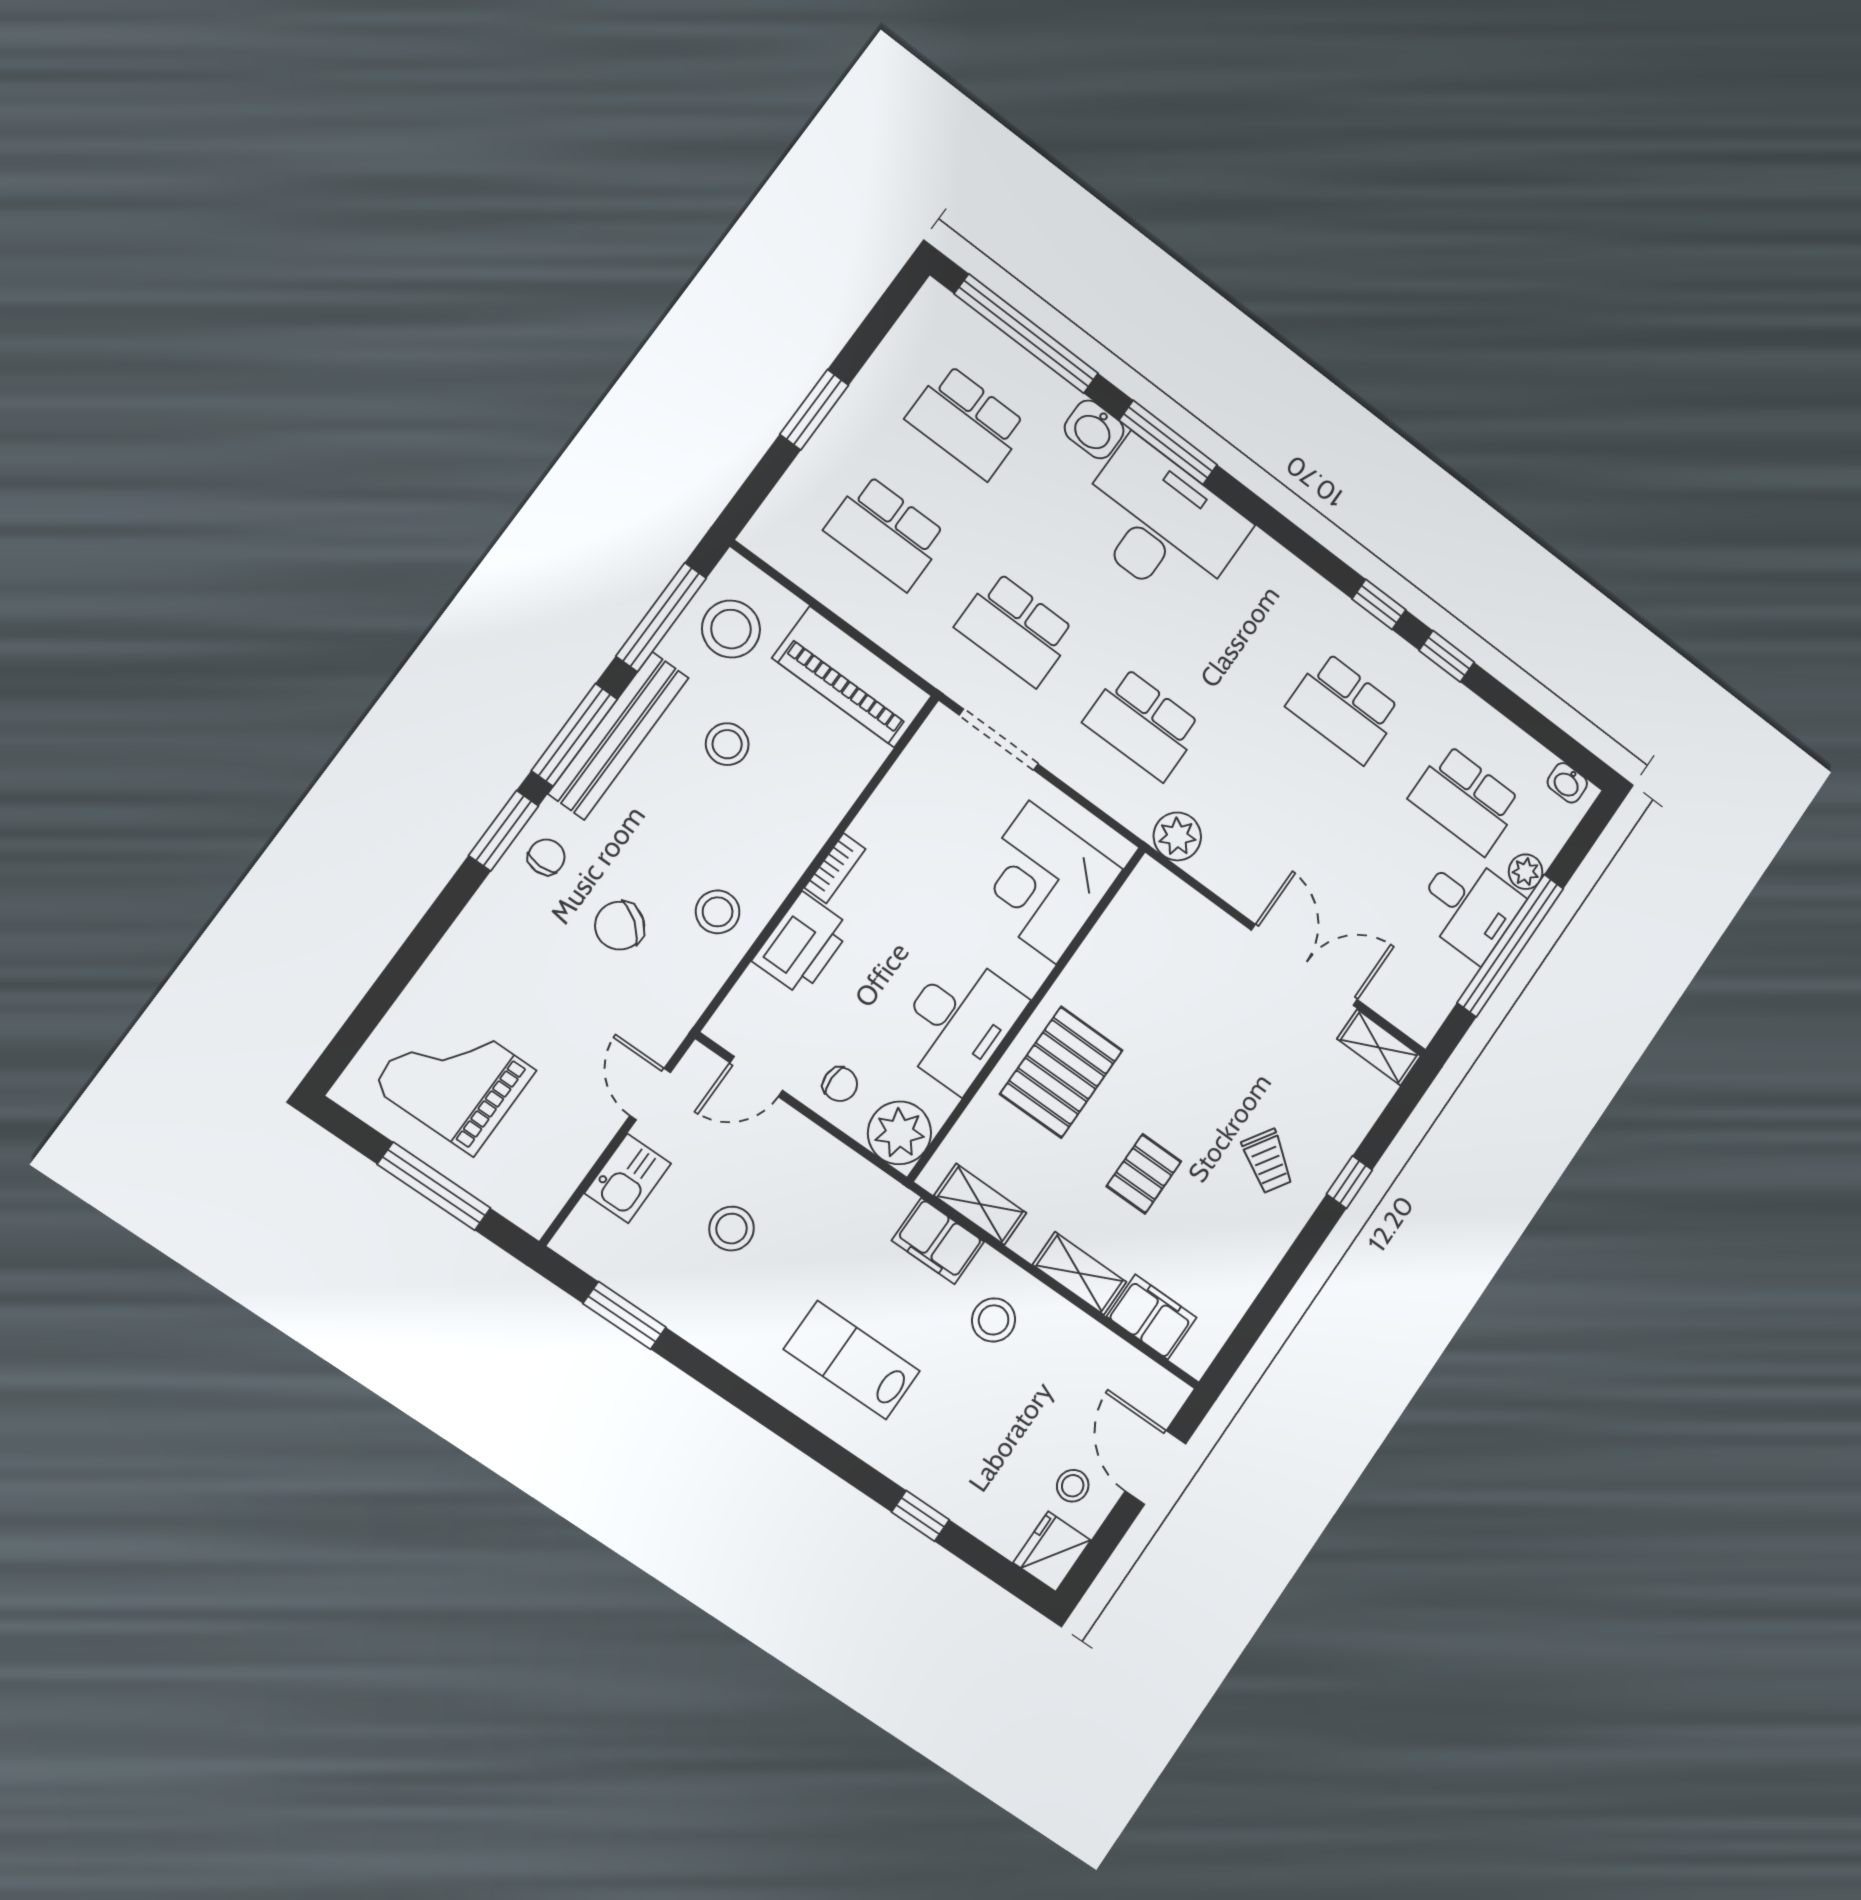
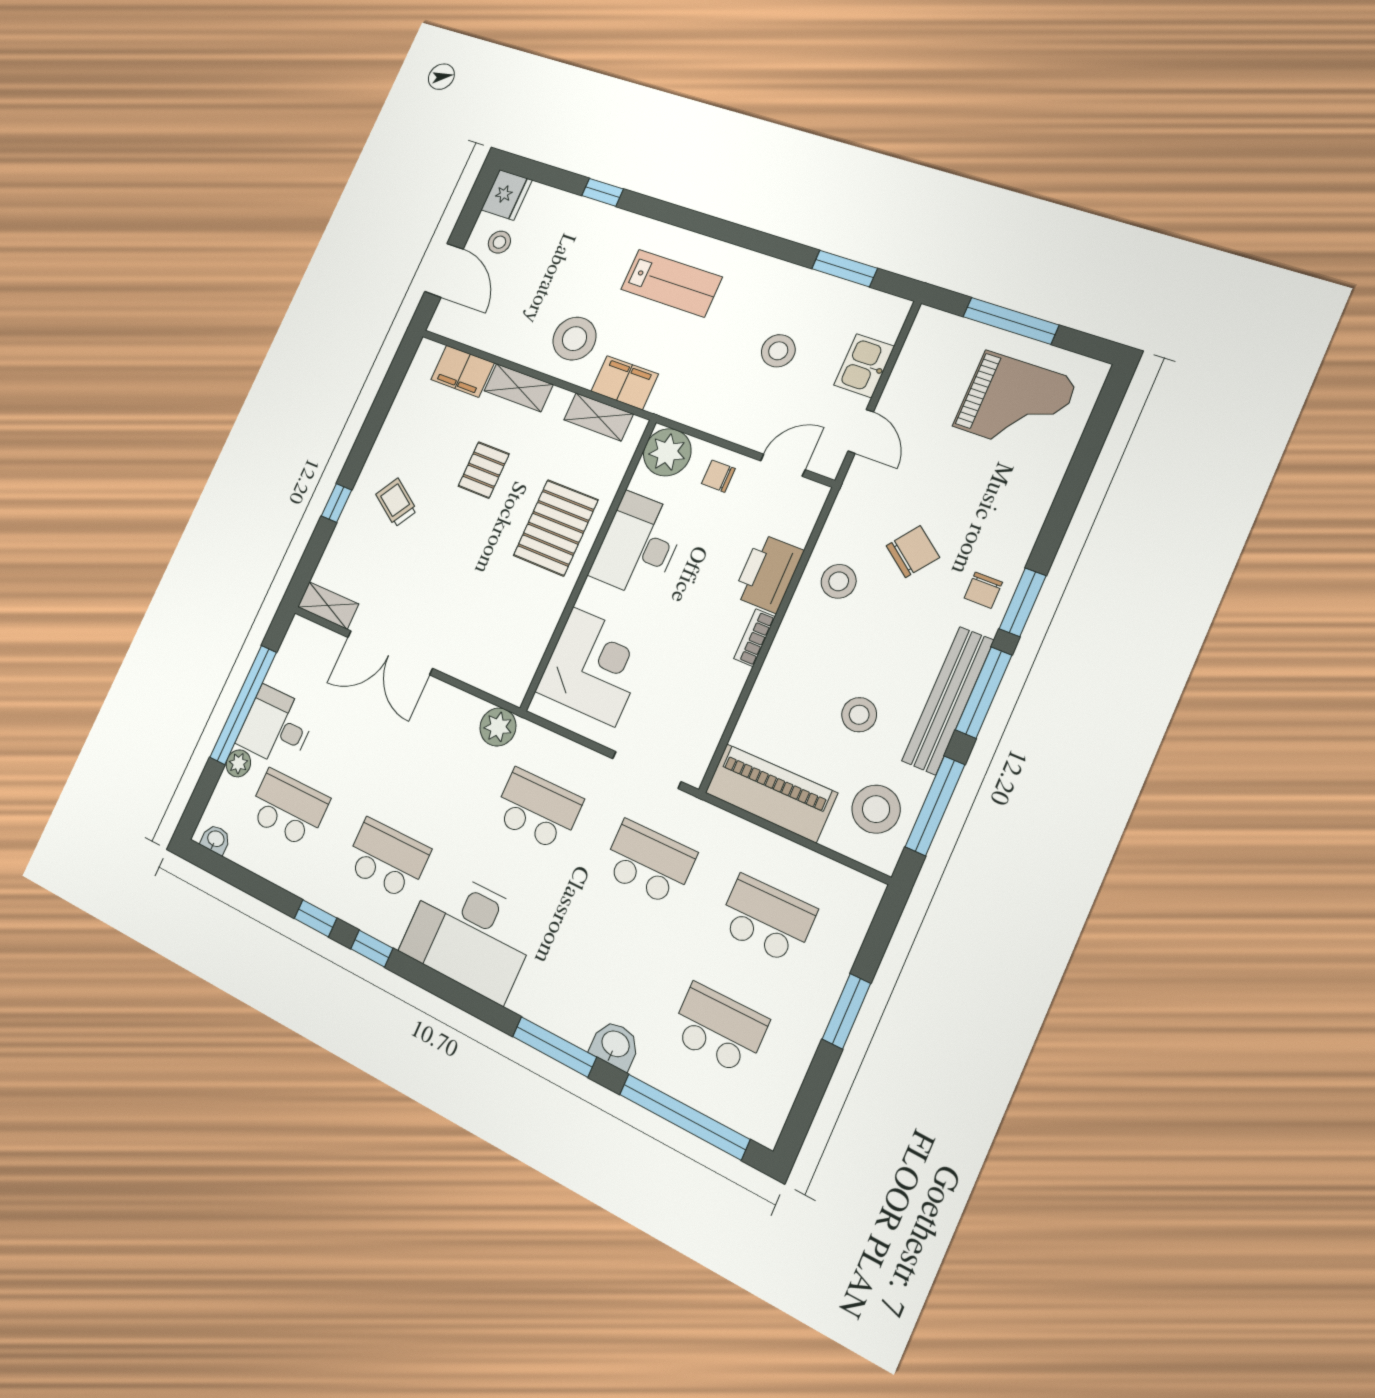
desk: (1160, 524) -> (470, 934), moved
stool: (994, 1320) -> (574, 339), width x1.38, depth x1.38

